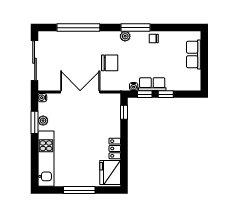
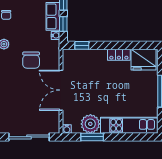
chair: (110, 63) -> (31, 60), turned 180
plant: (43, 121) -> (90, 124), width x1.88, depth x1.88

